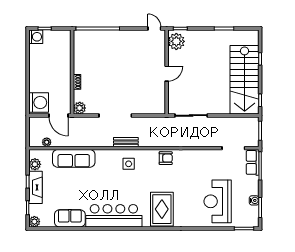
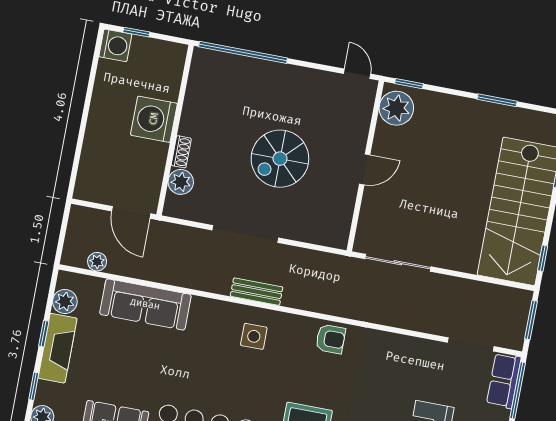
spiral stairs: (125, 76) -> (280, 159), added
washing machine: (39, 102) -> (154, 119), moved, turned 180
plant: (80, 108) -> (181, 182), moved

